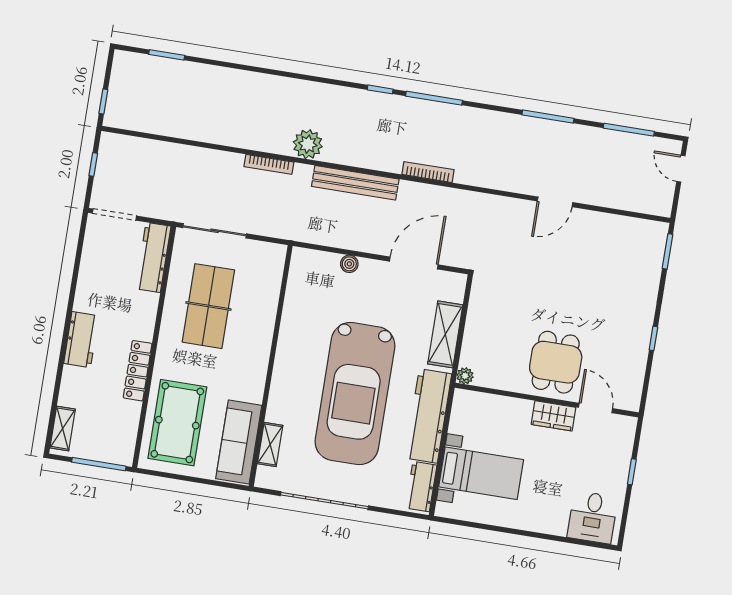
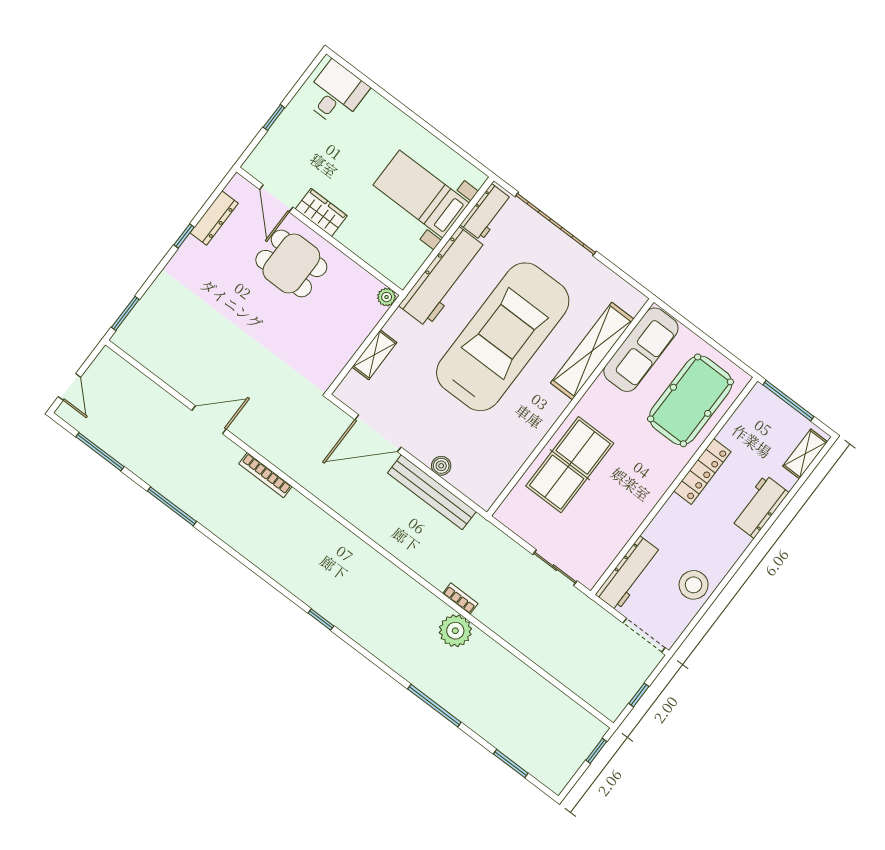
window: (434, 98) -> (434, 706), moved
plant: (308, 144) -> (455, 631), moved
bookcase: (269, 164) -> (460, 598), width x0.64
bookcase: (428, 172) -> (265, 475), moved
bench: (355, 183) -> (432, 492), moved
sliding door: (215, 231) -> (555, 568), width x0.73
stool: (96, 276) -> (694, 585), added
table tennis table: (208, 306) -> (570, 465), moved
shelving: (445, 334) -> (374, 355), width x0.67, depth x0.75
workbench: (81, 340) -> (760, 506), moved
dining table: (556, 362) -> (291, 263), turned 90
dresser: (637, 366) -> (214, 218), added
shelving: (270, 445) -> (592, 351), width x2.20, depth x1.33
garage door: (324, 501) -> (556, 224), moved

